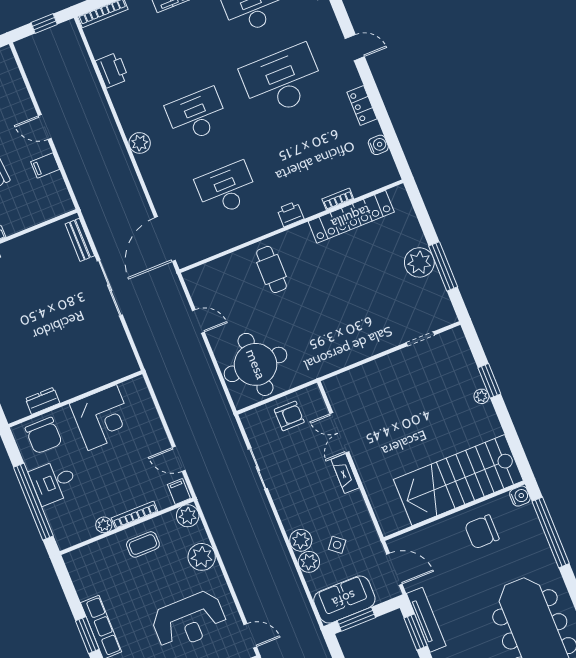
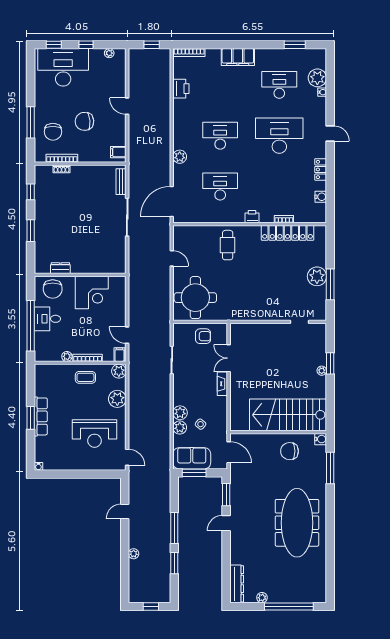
plant: (140, 143) -> (180, 157), moved
filing cabinet: (45, 165) -> (118, 152), moved
window: (551, 532) -> (330, 468), width x0.68
tv unit: (426, 620) -> (235, 490), removed

